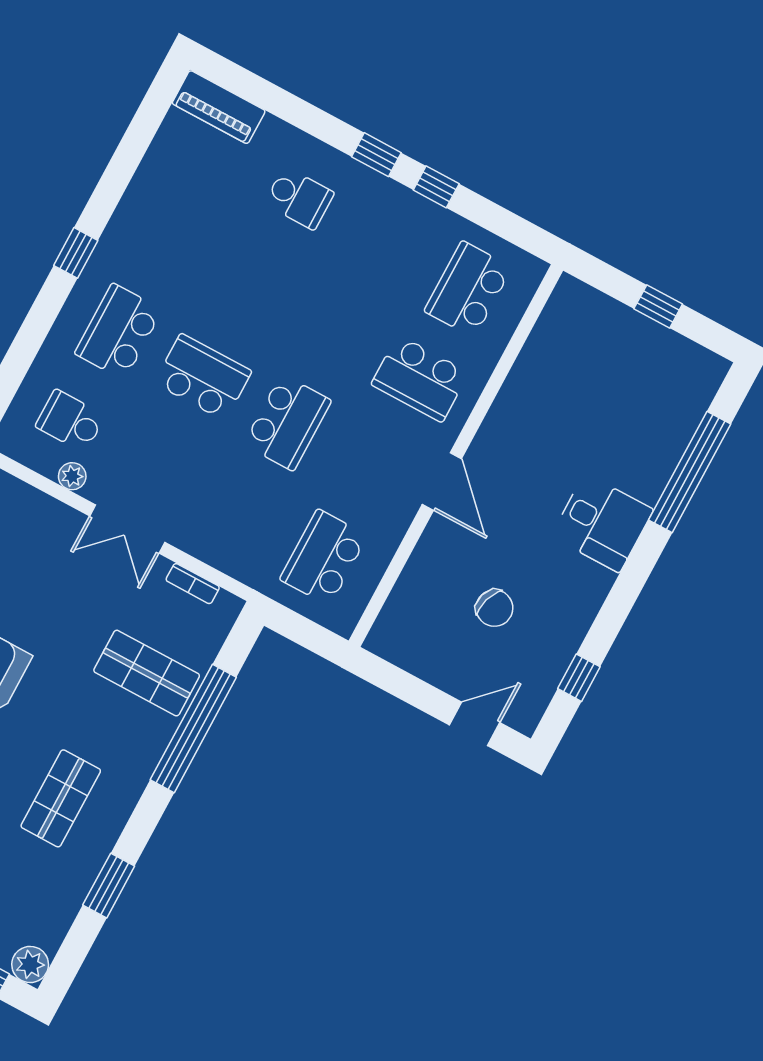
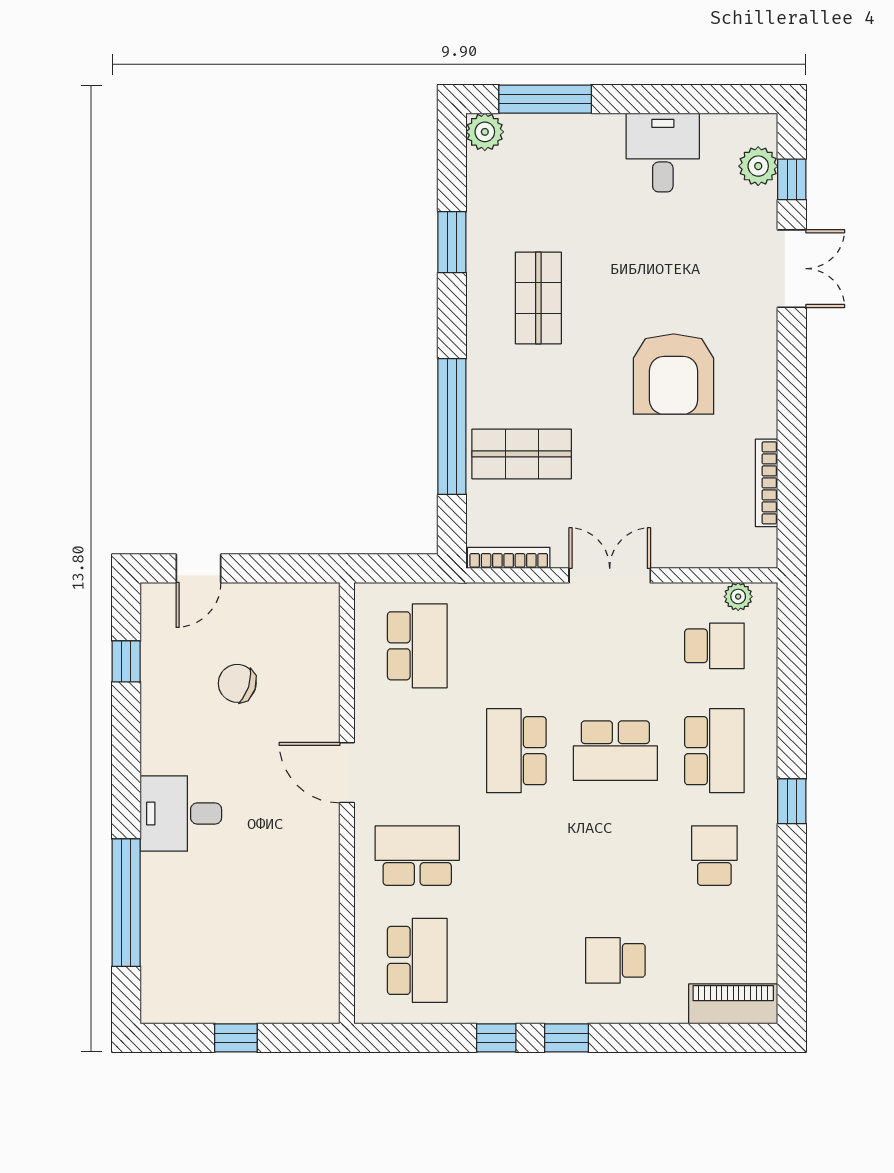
school desk: (167, 242) -> (714, 856), added
plant: (72, 476) -> (738, 597), moved
bookcase: (193, 584) -> (509, 558), width x1.56

